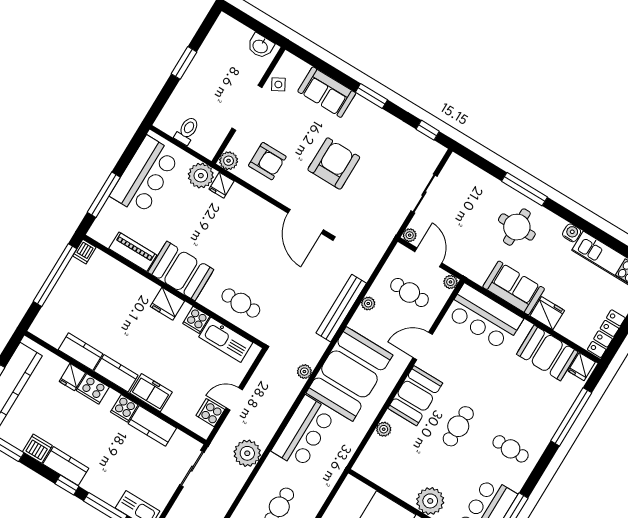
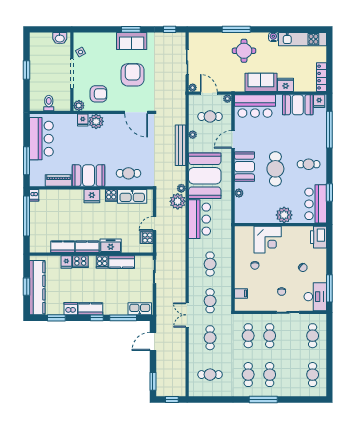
sofa: (327, 92) -> (132, 41), moved
plant: (201, 176) -> (96, 121), moved
cafe table: (458, 426) -> (275, 169), width x1.37, depth x1.35
plant: (247, 453) -> (178, 201), moved

